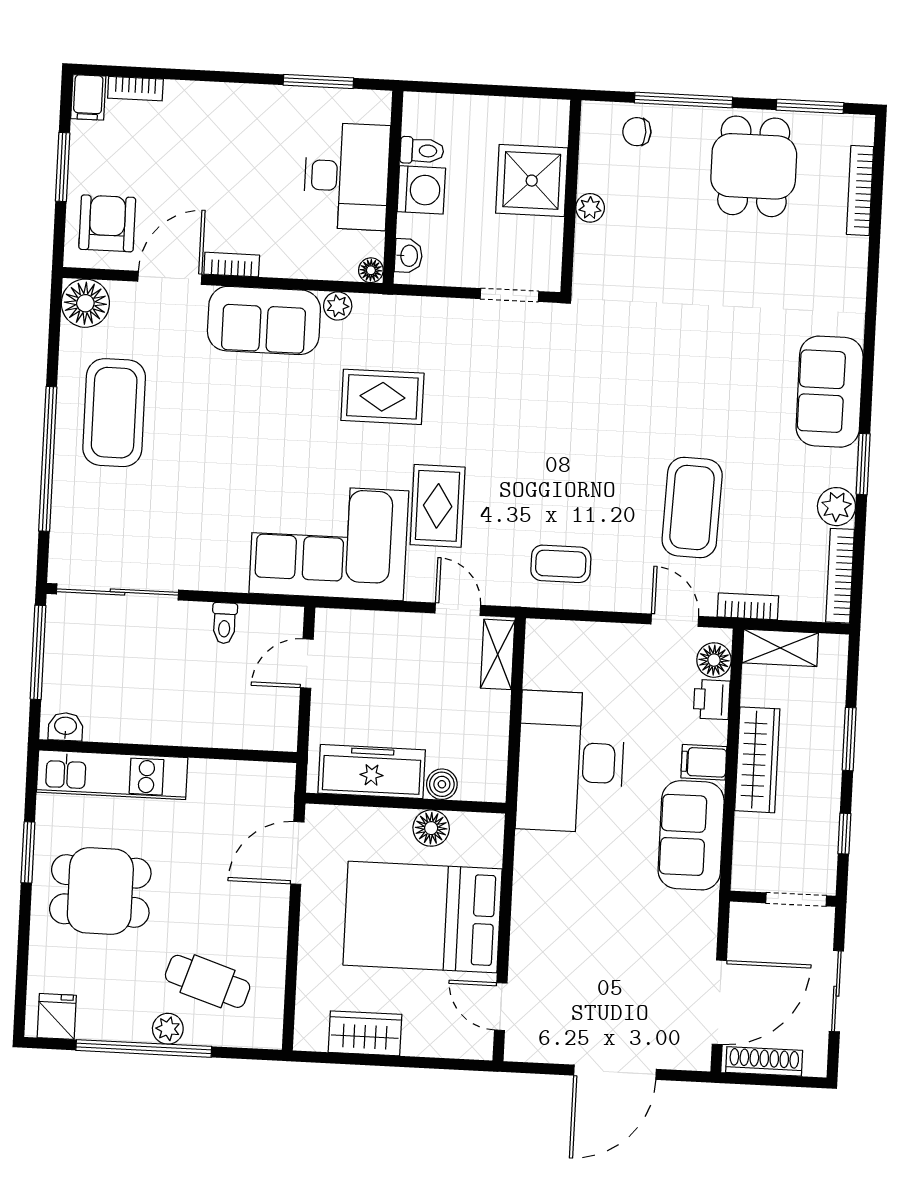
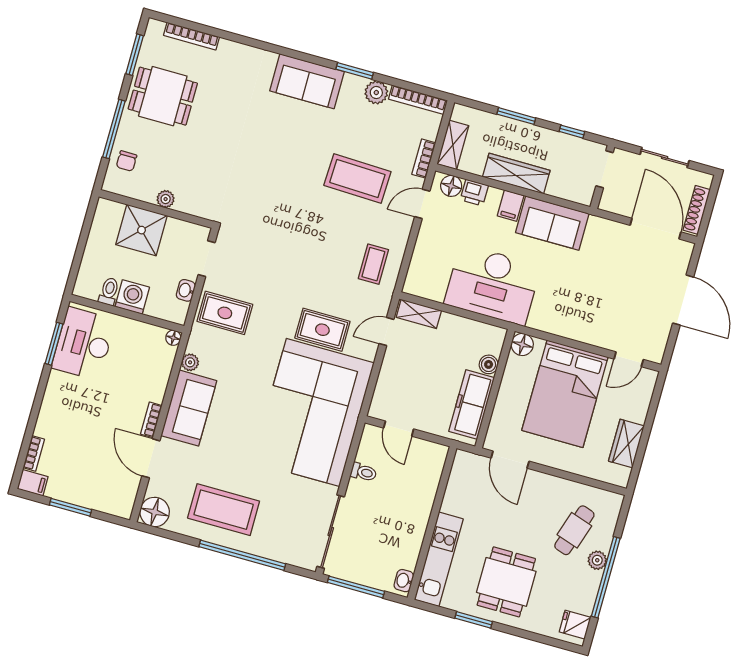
desk: (347, 176) -> (84, 344), moved, turned -90
armchair: (107, 223) -> (110, 488), removed
washbasin: (408, 256) -> (186, 290), moved, turned -90
rug: (382, 397) -> (225, 313), moved, turned 90
corner sofa: (329, 542) -> (313, 412), width x1.36, depth x1.36
floor lamp: (431, 828) -> (522, 344), moved

